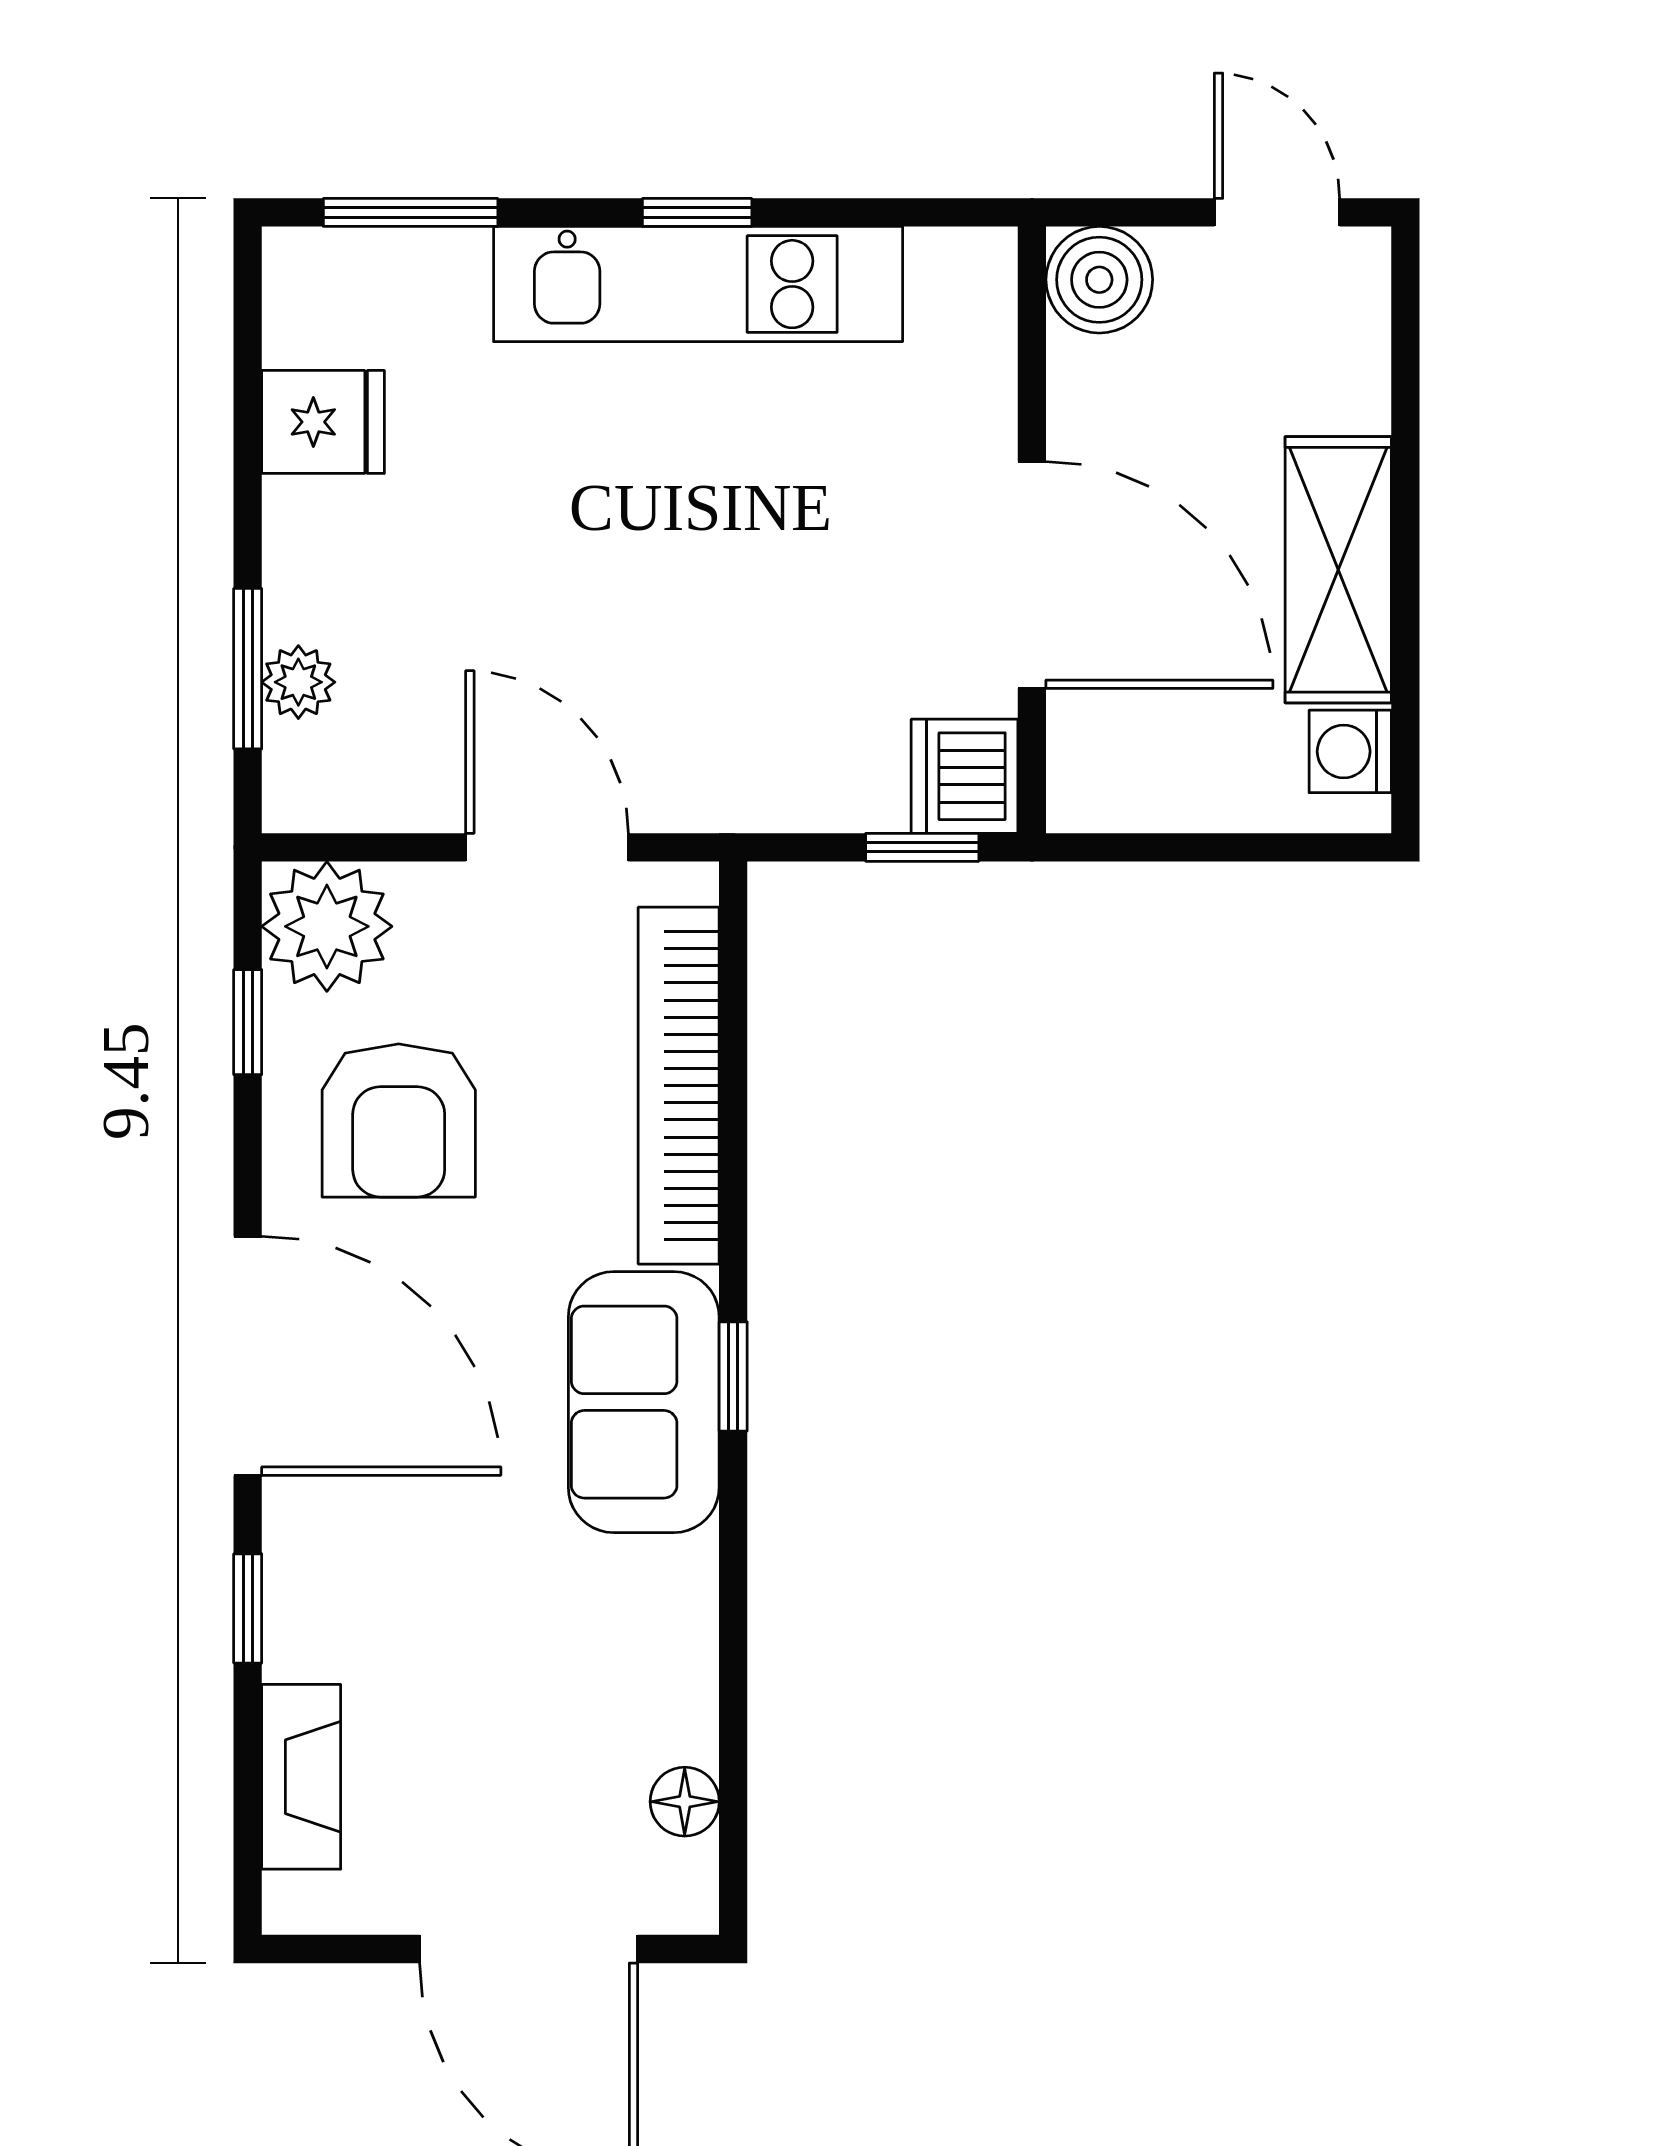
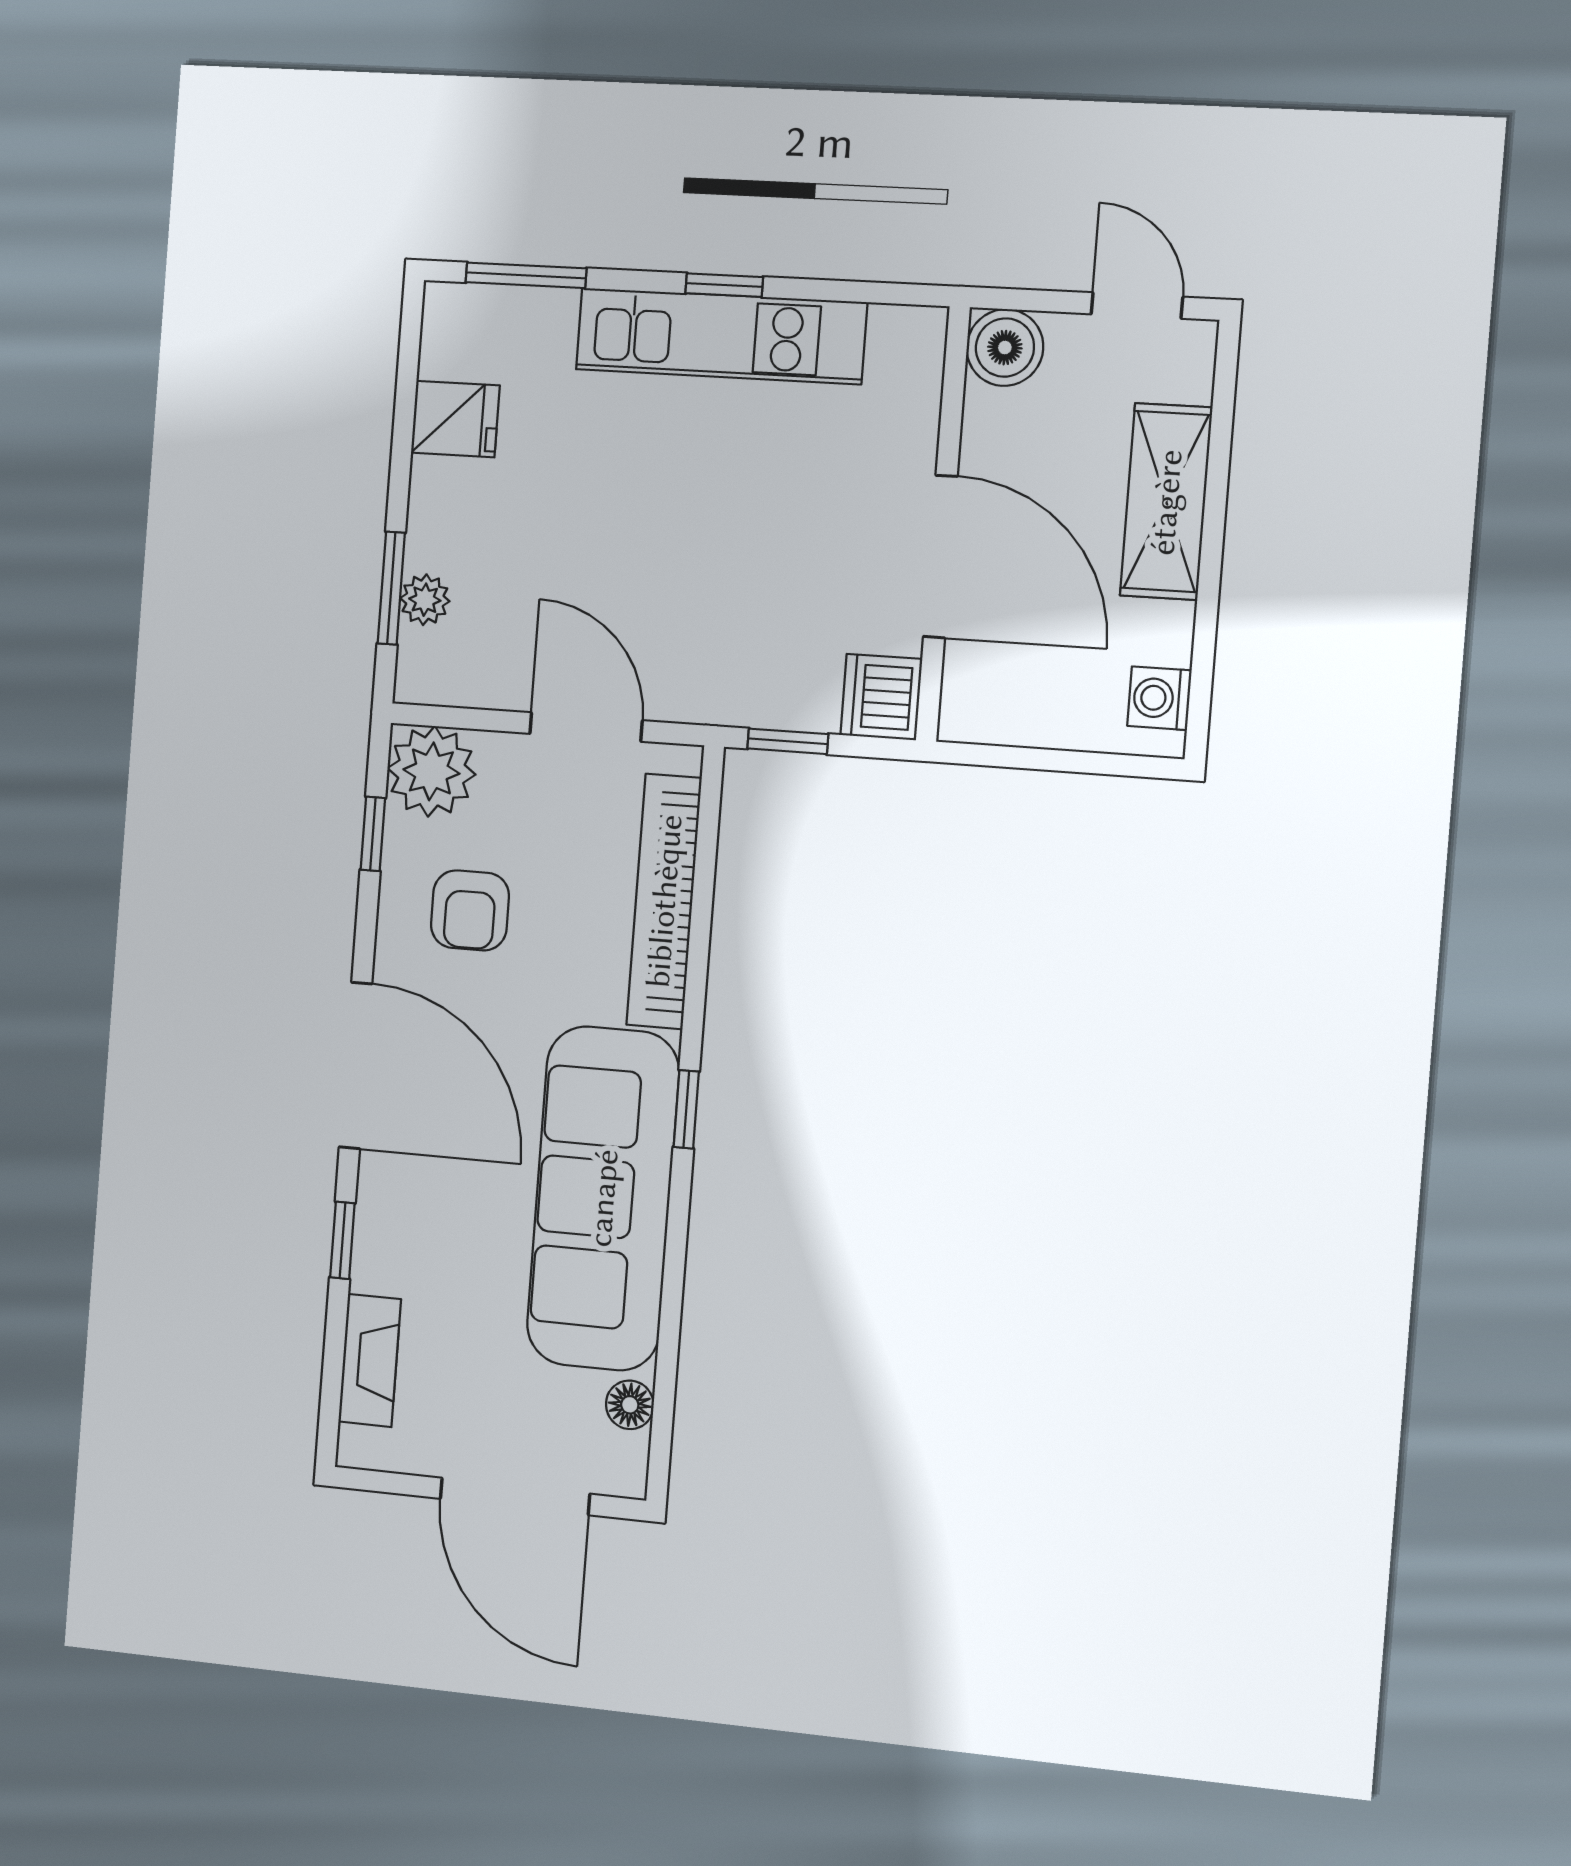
shelving: (1338, 570) -> (1166, 502), moved
window: (922, 847) -> (788, 741), moved
armchair: (399, 1120) -> (470, 910), width x0.72, depth x0.72
sofa: (644, 1402) -> (603, 1198), width x1.85, depth x1.27

